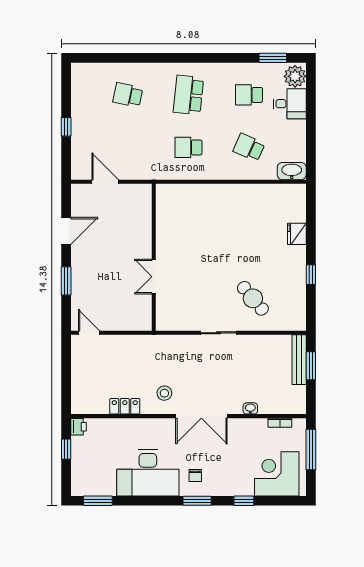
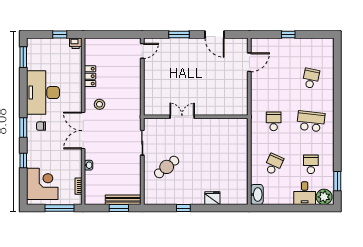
wall: (154, 257) -> (196, 117), moved
double door: (154, 277) -> (182, 117), moved

